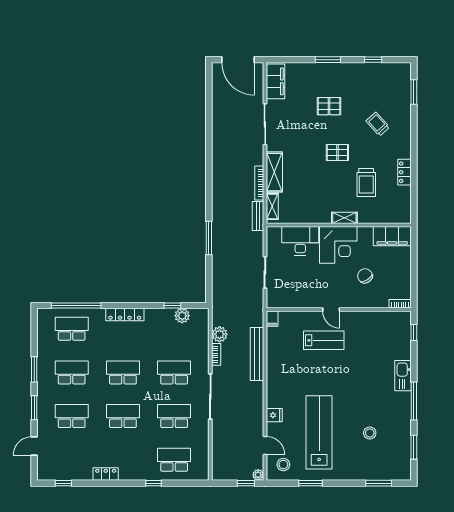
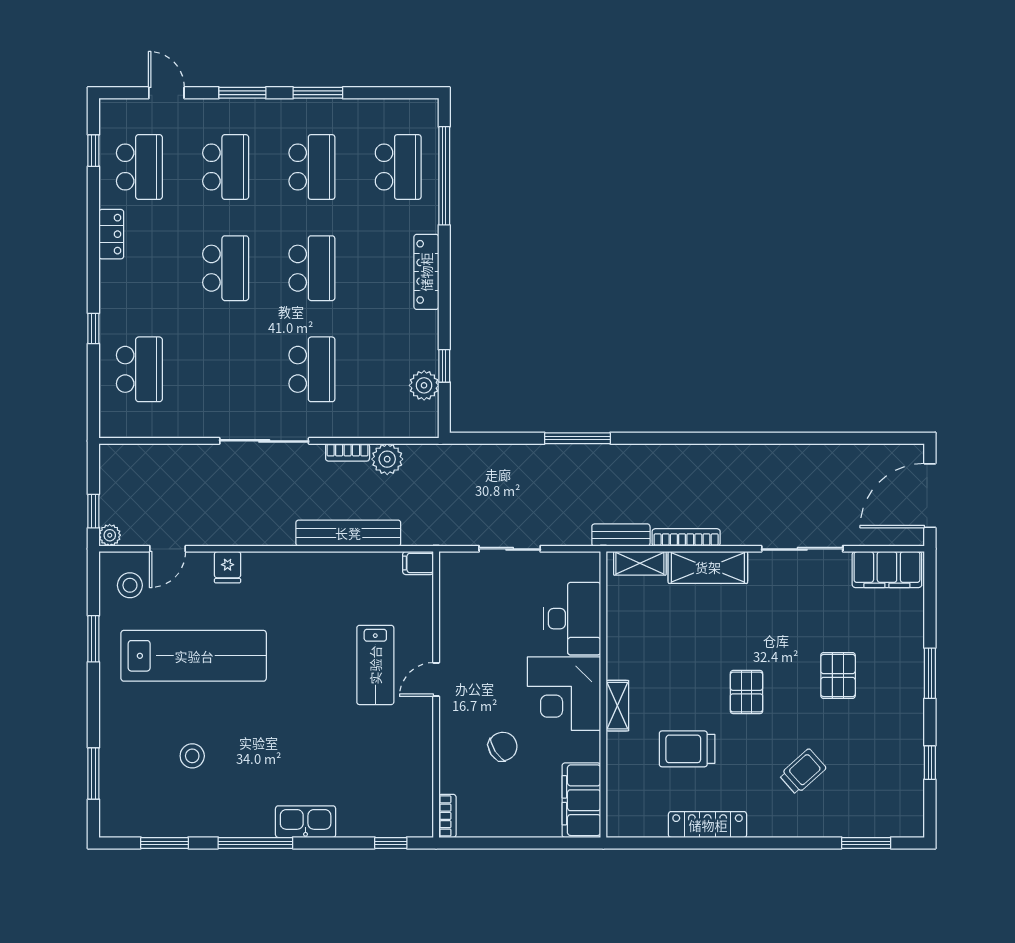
locker: (404, 172) -> (708, 825), width x1.53
school desk: (174, 416) -> (139, 167), moved

